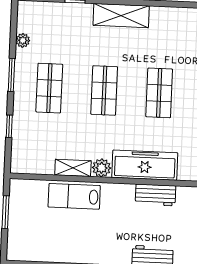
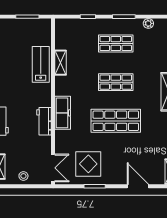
shop shelf: (159, 93) -> (116, 121), width x1.43, depth x1.36
freezer: (145, 165) -> (63, 113), width x0.73, depth x0.79
plant: (102, 168) -> (61, 83), removed

